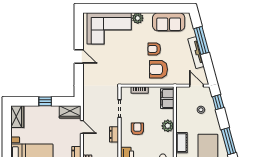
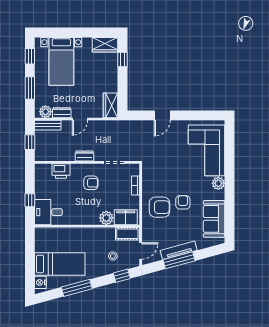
window: (201, 40) -> (179, 260), moved
door: (79, 56) -> (162, 115), moved
armchair: (158, 69) -> (159, 207), turned 90
window: (45, 101) -> (123, 60), moved
plant: (168, 126) -> (106, 218), moved
door: (82, 127) -> (80, 119), moved
cot: (182, 143) -> (127, 234), moved

